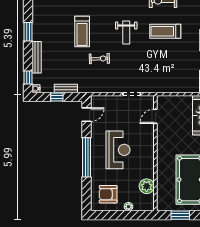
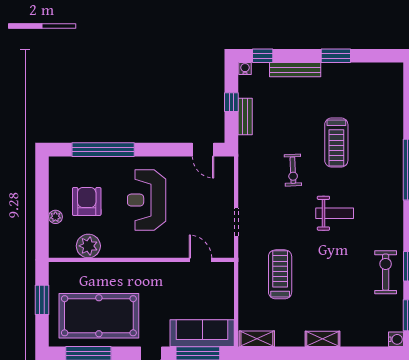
treadmill: (82, 31) -> (336, 142), turned -90
treadmill: (165, 31) -> (280, 274), moved
weight bench: (126, 33) -> (335, 213), turned 180
reception desk: (118, 150) -> (147, 200), turned 90
window: (87, 157) -> (103, 150), moved
armchair: (108, 194) -> (87, 201), moved

